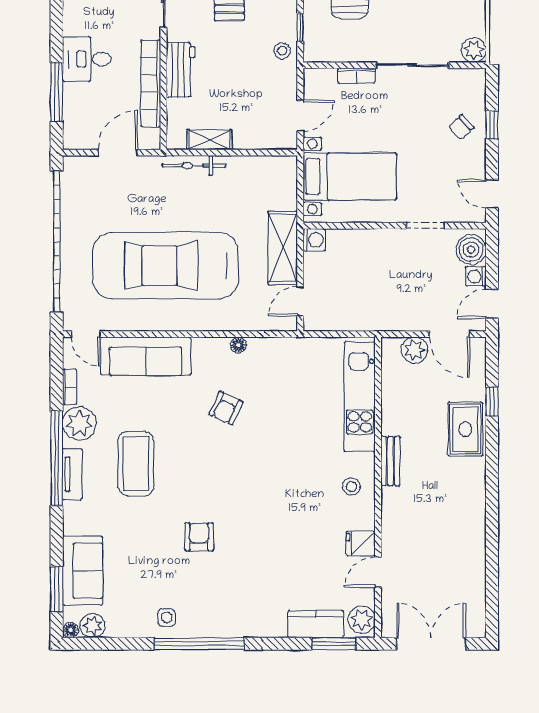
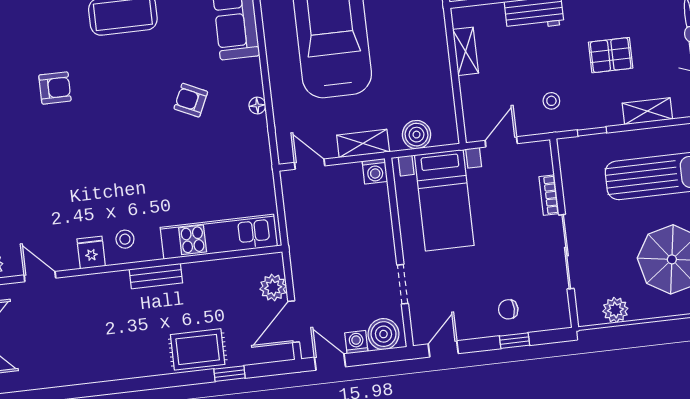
plant: (474, 50) -> (615, 310), moved
stool: (282, 51) -> (551, 101), moved
door: (300, 116) -> (501, 142), swing flipped
chair: (461, 127) -> (508, 309), turned -46
bicycle: (194, 165) -> (437, 38), removed
boiler: (284, 196) -> (417, 135), added
shelving: (283, 248) -> (363, 143), width x0.67, depth x0.75
fridge: (361, 543) -> (91, 253), moved

